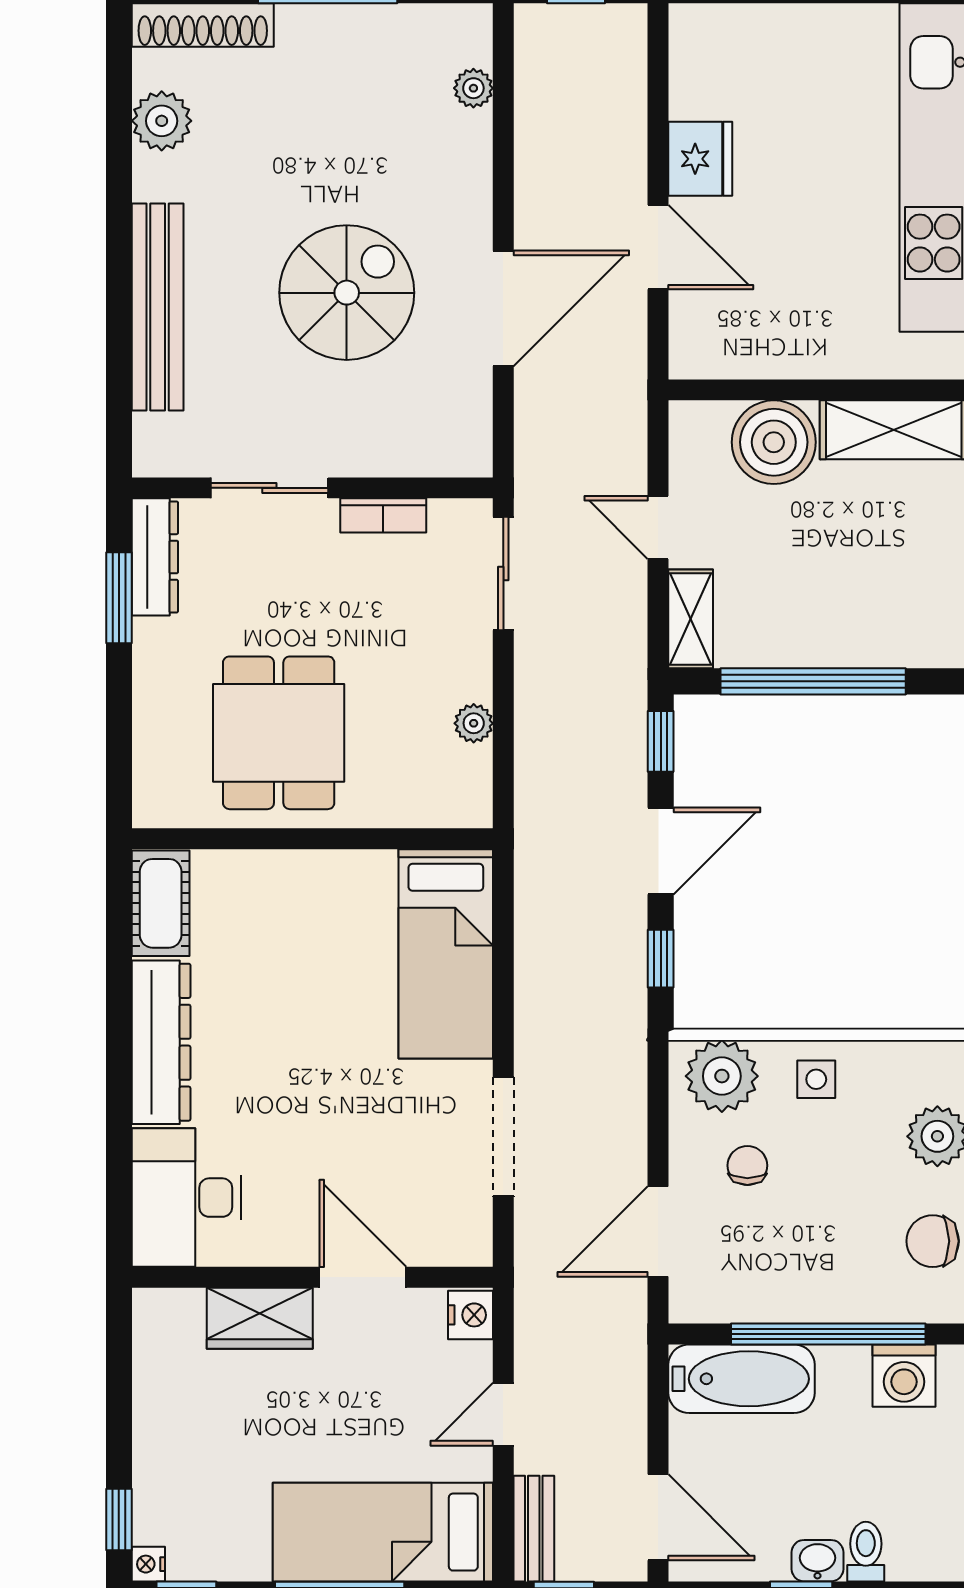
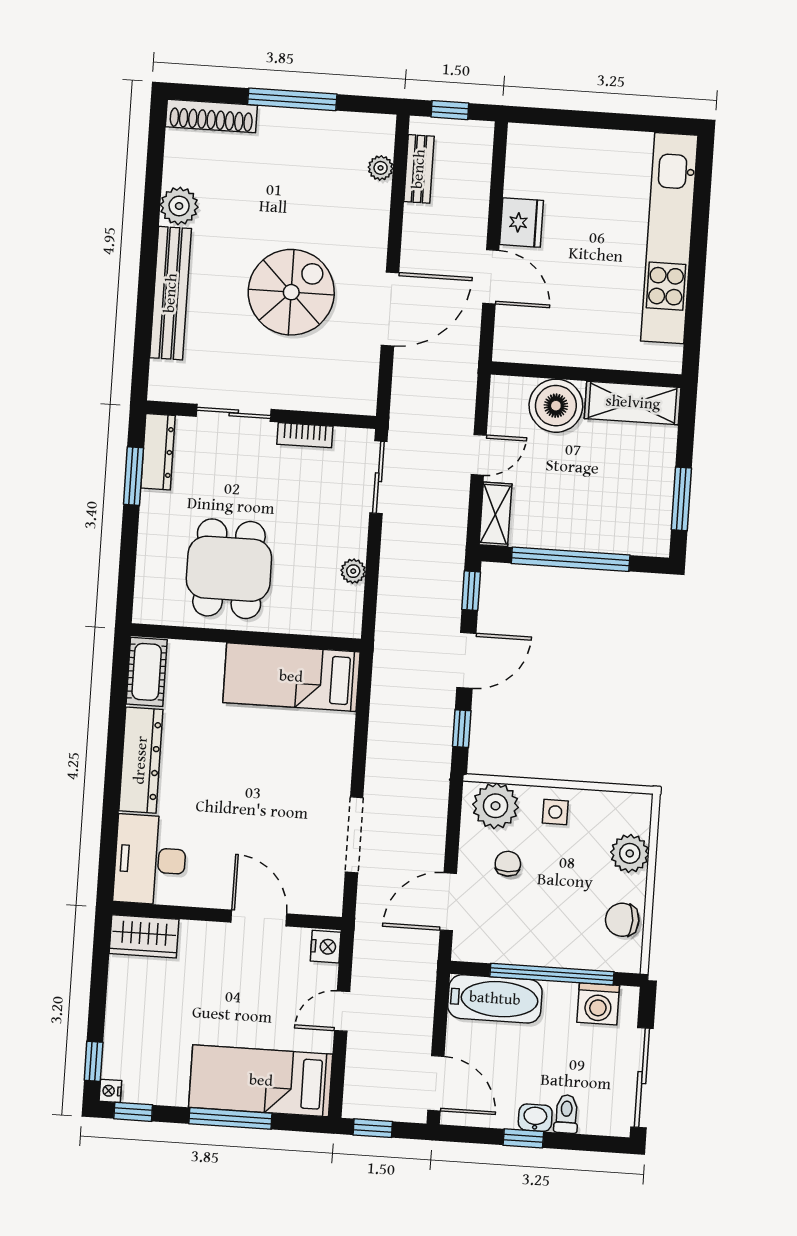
plant: (162, 121) -> (179, 206), moved
door: (658, 528) -> (479, 455), swing flipped
bed: (446, 954) -> (291, 677), moved, turned 90
wardrobe: (260, 1318) -> (144, 936), moved
bench: (534, 1529) -> (419, 169), moved

